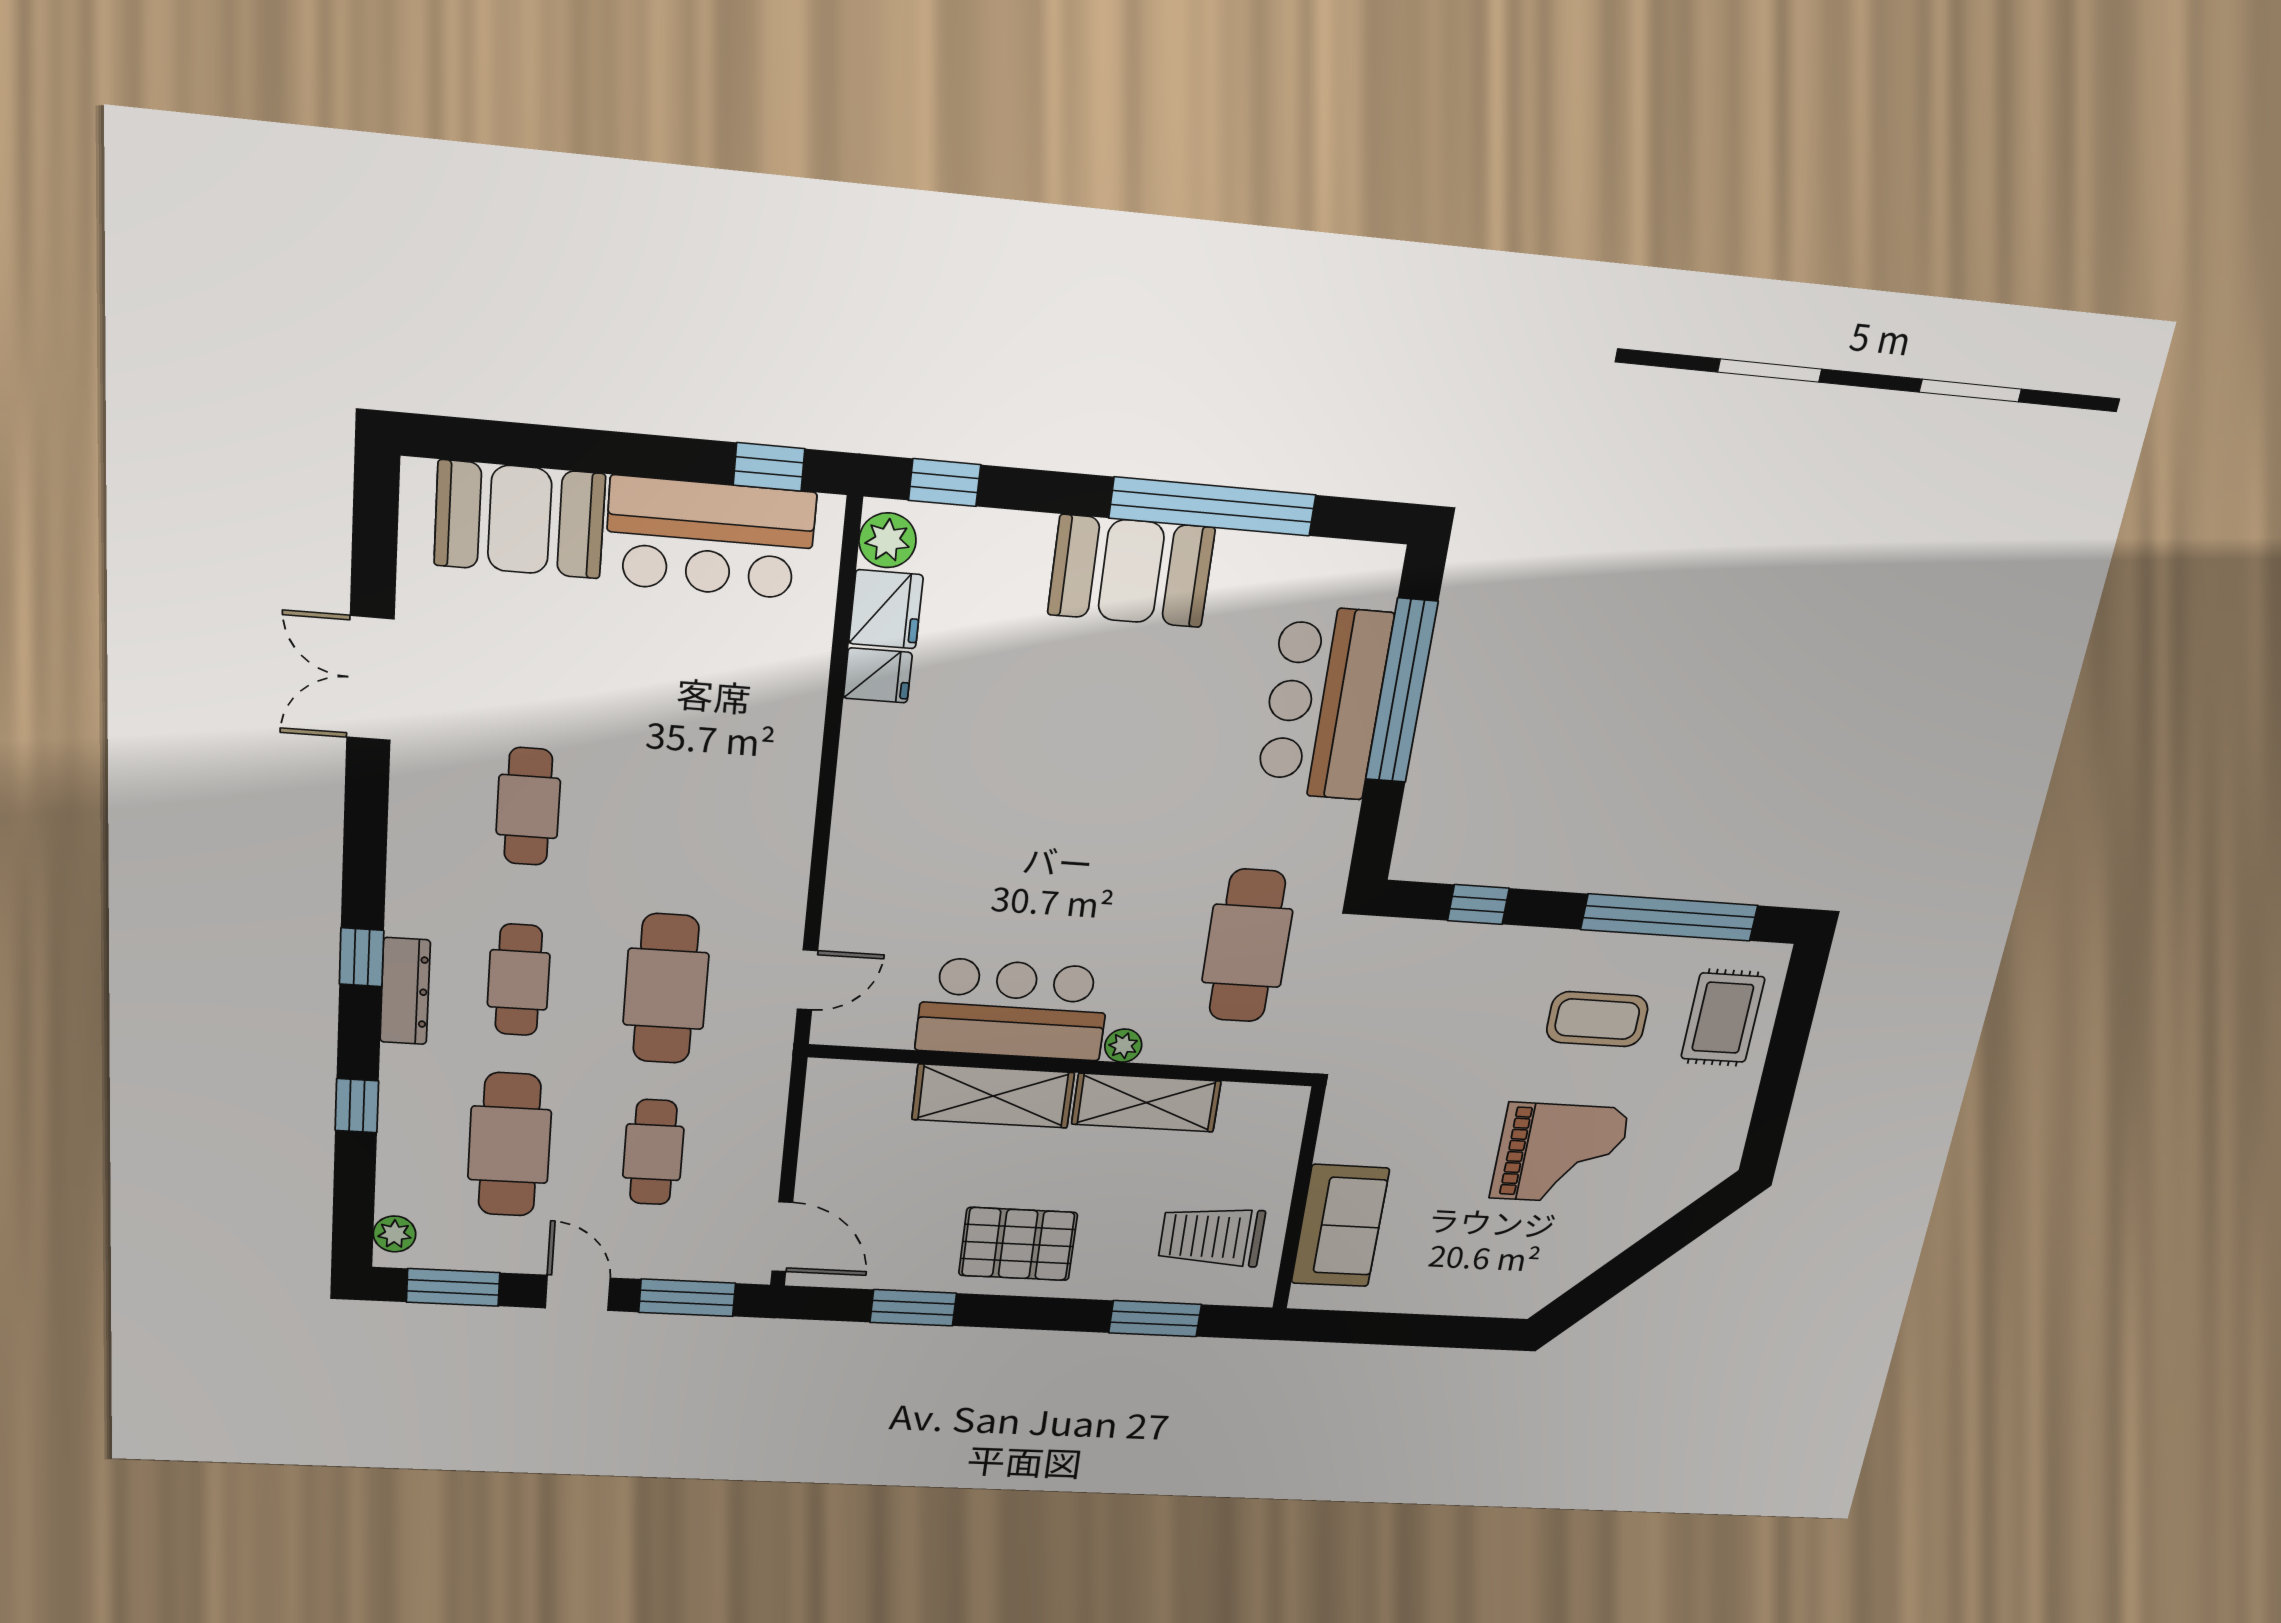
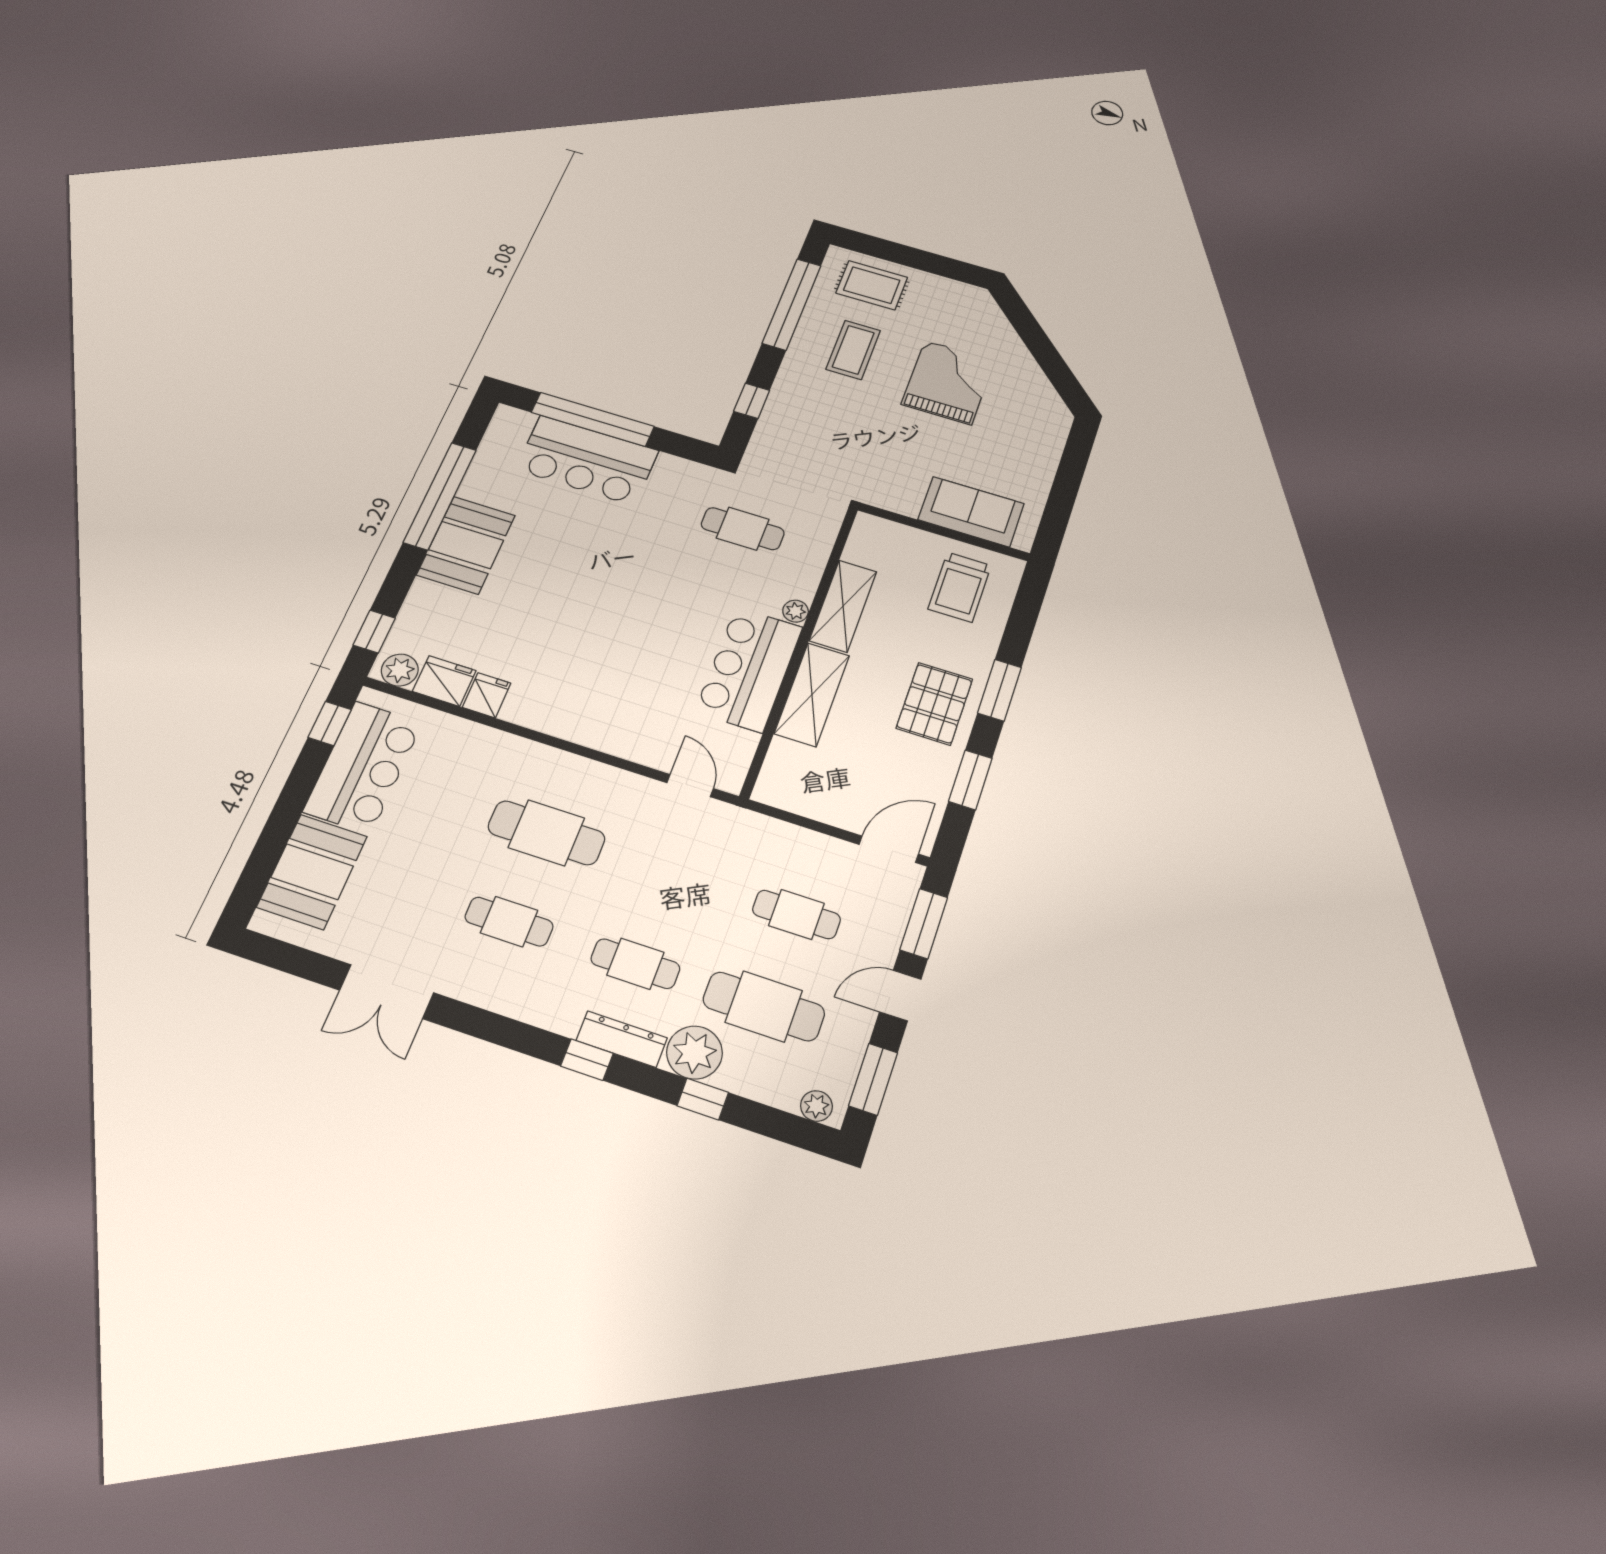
cafe table: (1247, 946) -> (743, 529), width x0.73, depth x0.74
cafe table: (666, 989) -> (546, 833), moved
plant: (417, 1081) -> (694, 1053), added
window: (1155, 1319) -> (999, 690), moved

